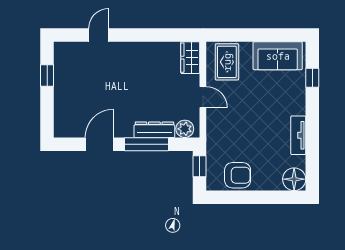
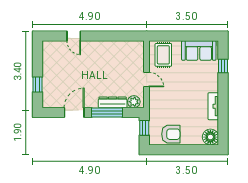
door: (99, 35) -> (74, 36), swing flipped
wardrobe: (190, 58) -> (138, 52), removed
window: (47, 75) -> (38, 84), moved

